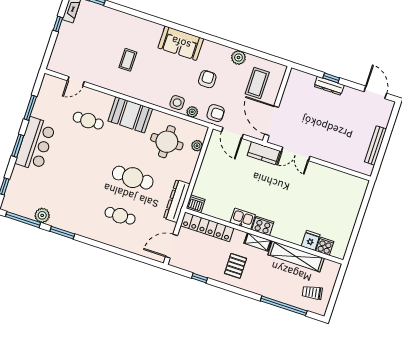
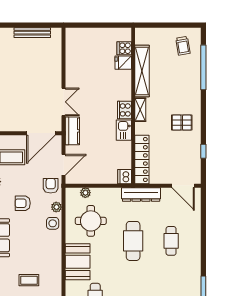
dishwasher: (196, 204) -> (125, 177), moved
kitchen sink: (243, 219) -> (124, 130), moved
cooker: (263, 226) -> (124, 110), moved
locker: (207, 227) -> (142, 159), moved
wall: (264, 236) -> (133, 106), moved
fridge: (311, 240) -> (123, 63), moved
shelving: (258, 242) -> (140, 110), moved
cooker: (325, 246) -> (124, 48), moved
shelving: (296, 256) -> (142, 71), moved

